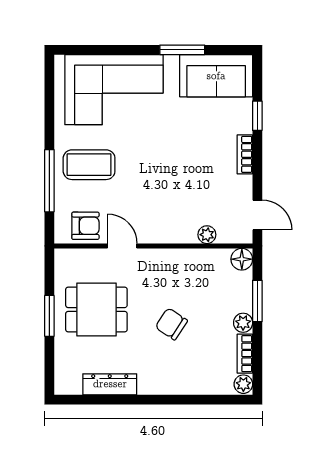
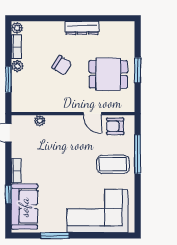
sofa: (216, 76) -> (24, 207), moved, turned 90
floor lamp: (242, 259) -> (18, 105), removed
dresser: (110, 384) -> (82, 28), moved

